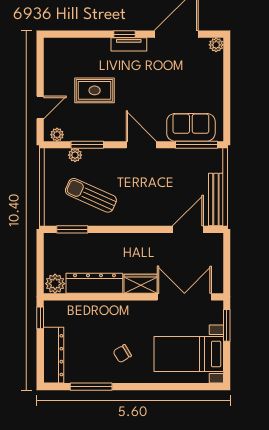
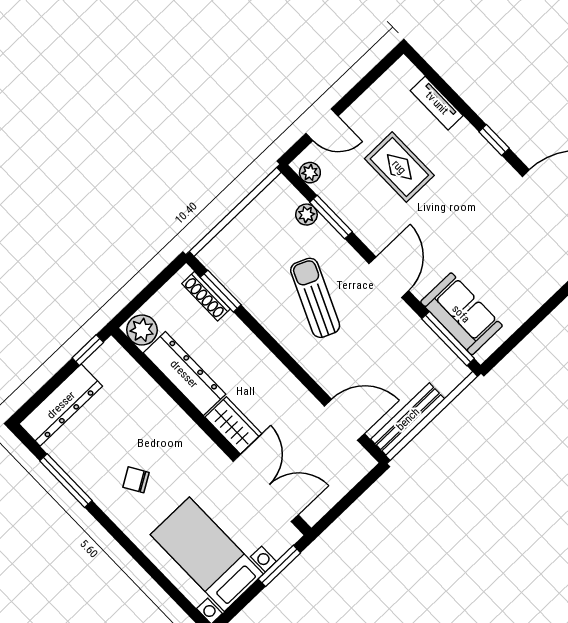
tv unit: (129, 44) -> (437, 103), moved
sun lounger: (91, 195) -> (315, 298), moved
shoe rack: (68, 239) -> (206, 296), added

